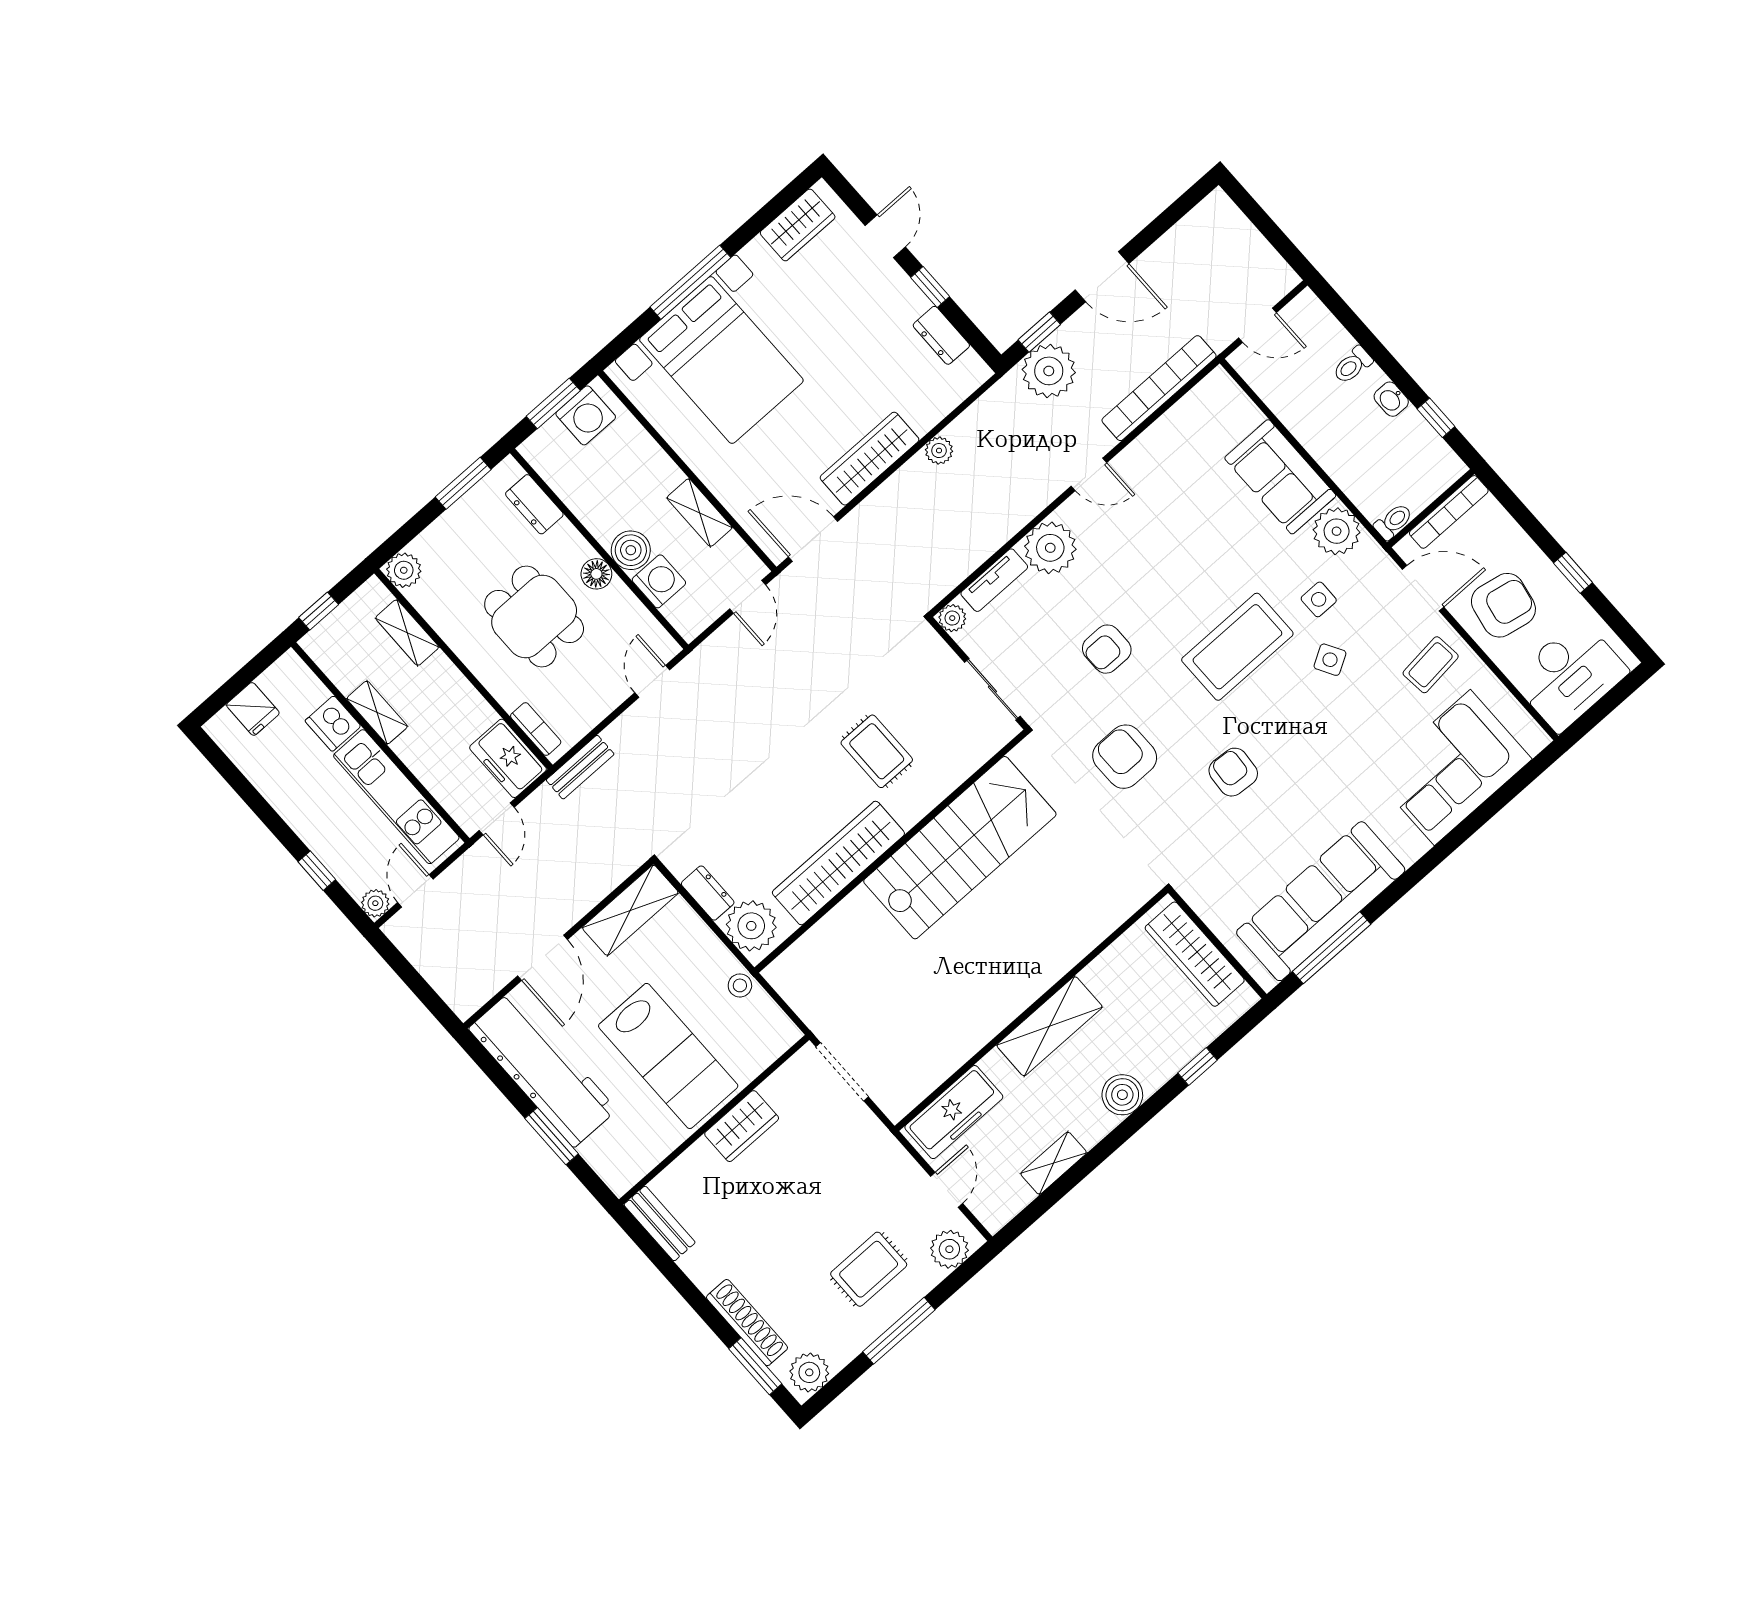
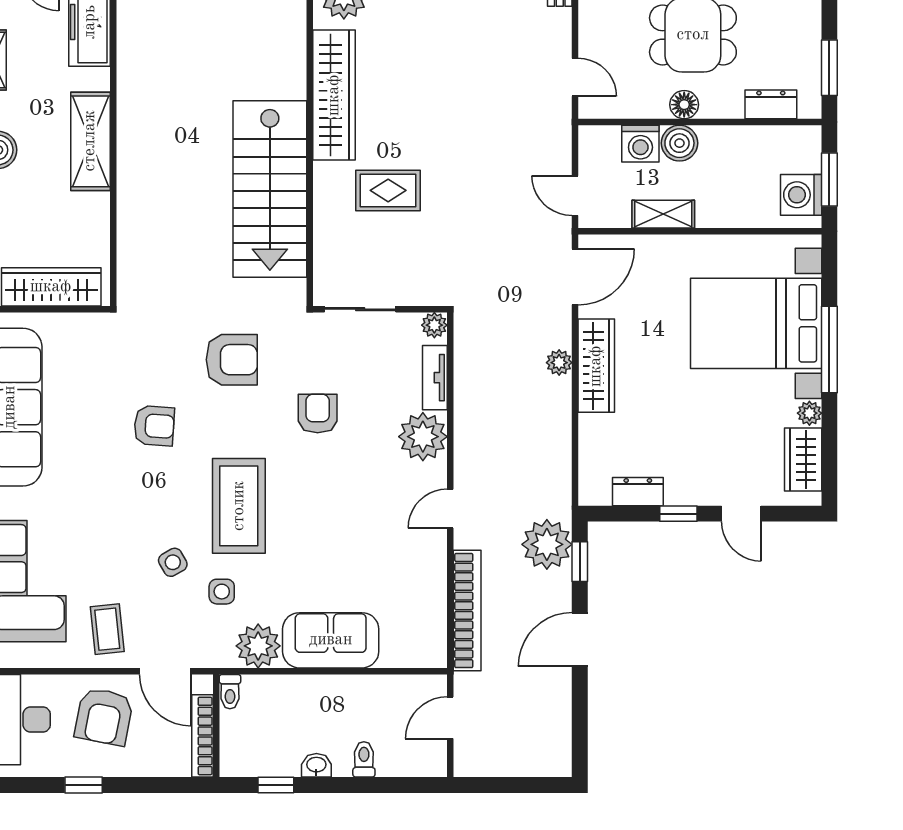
plant: (756, 253) -> (809, 413), added
plant: (939, 451) -> (559, 363), moved
door: (1423, 588) -> (165, 671), hinge flipped

